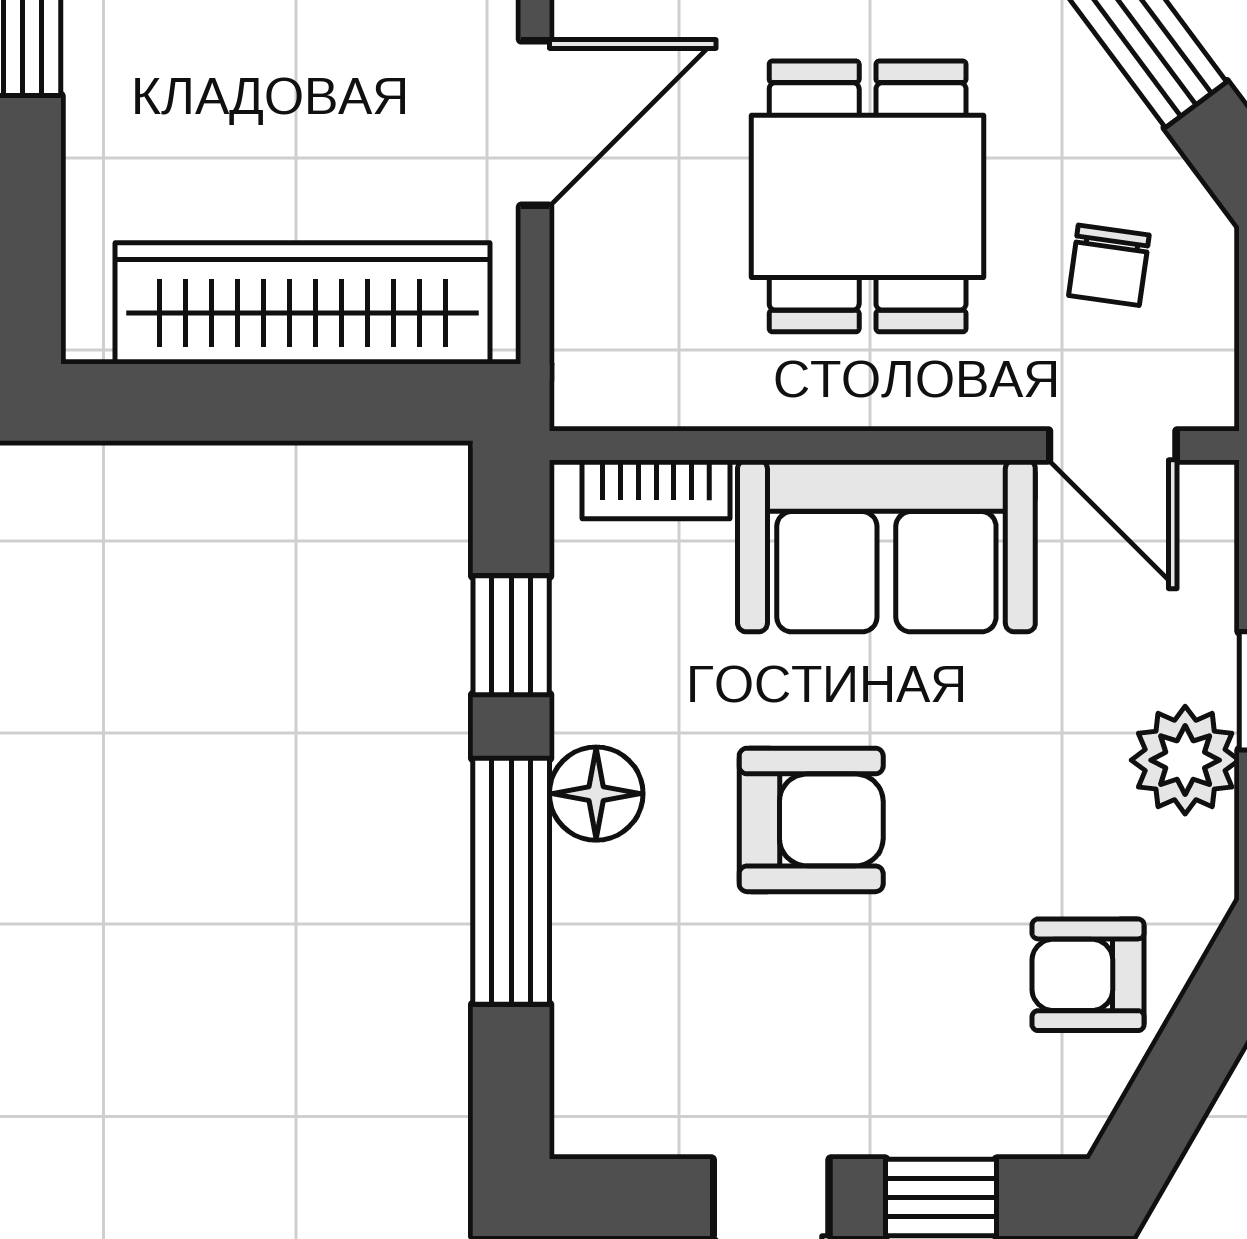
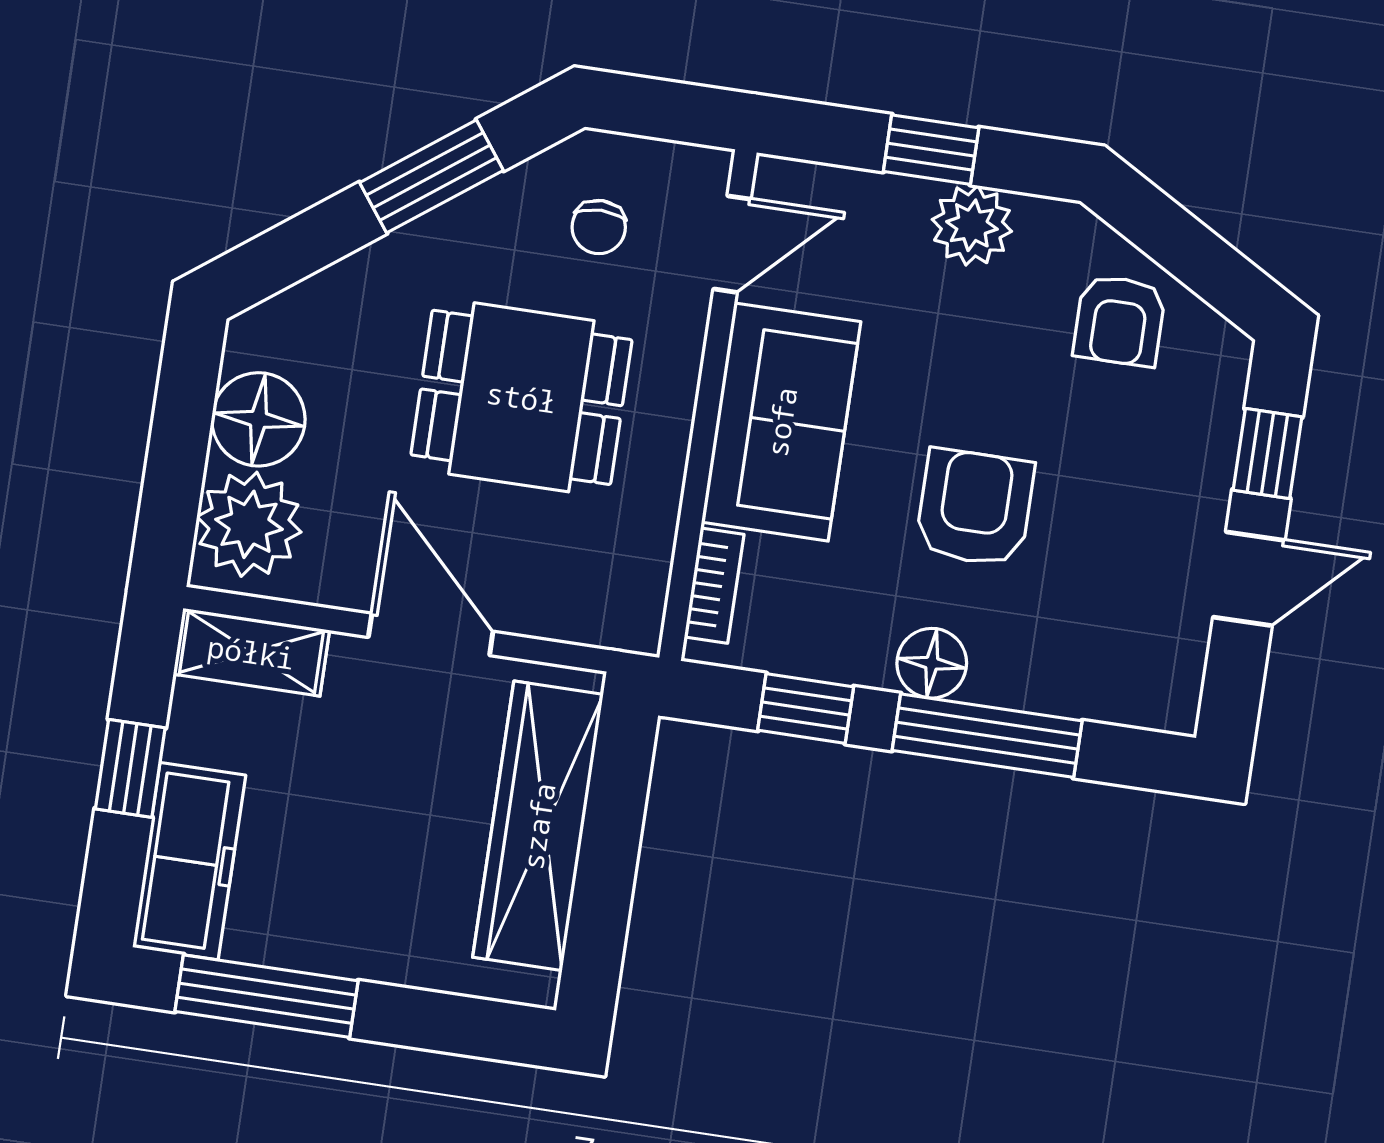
chair: (1109, 265) -> (599, 227), turned 82

